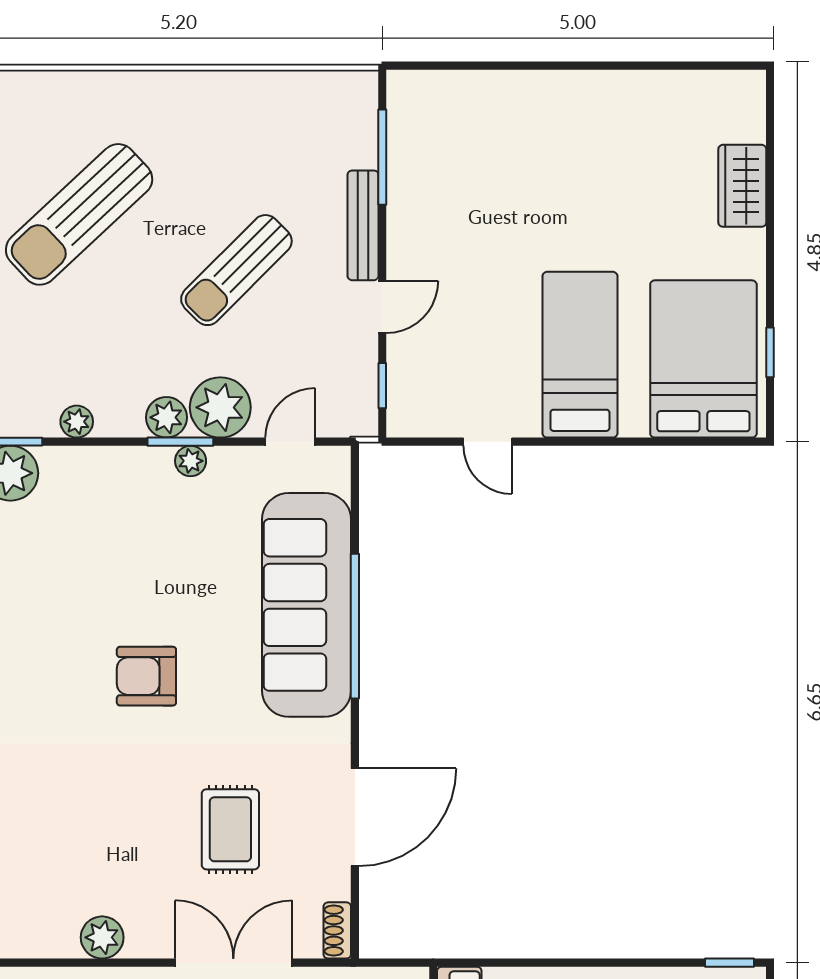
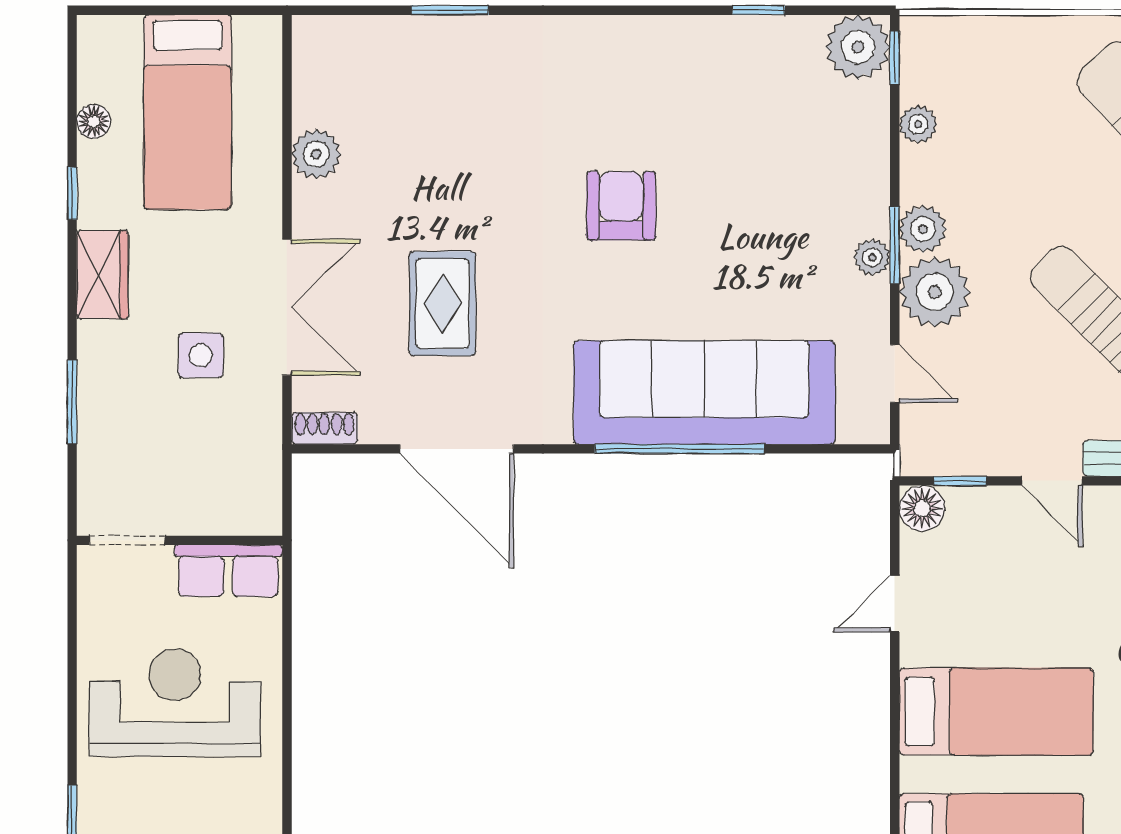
floor lamp: (406, 418) -> (922, 508), added
rug: (230, 829) -> (442, 304), turned 90

